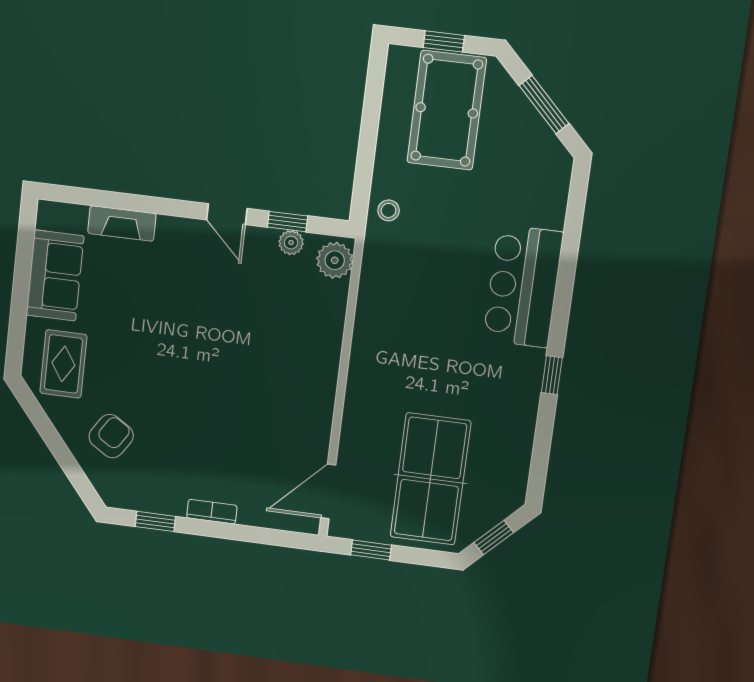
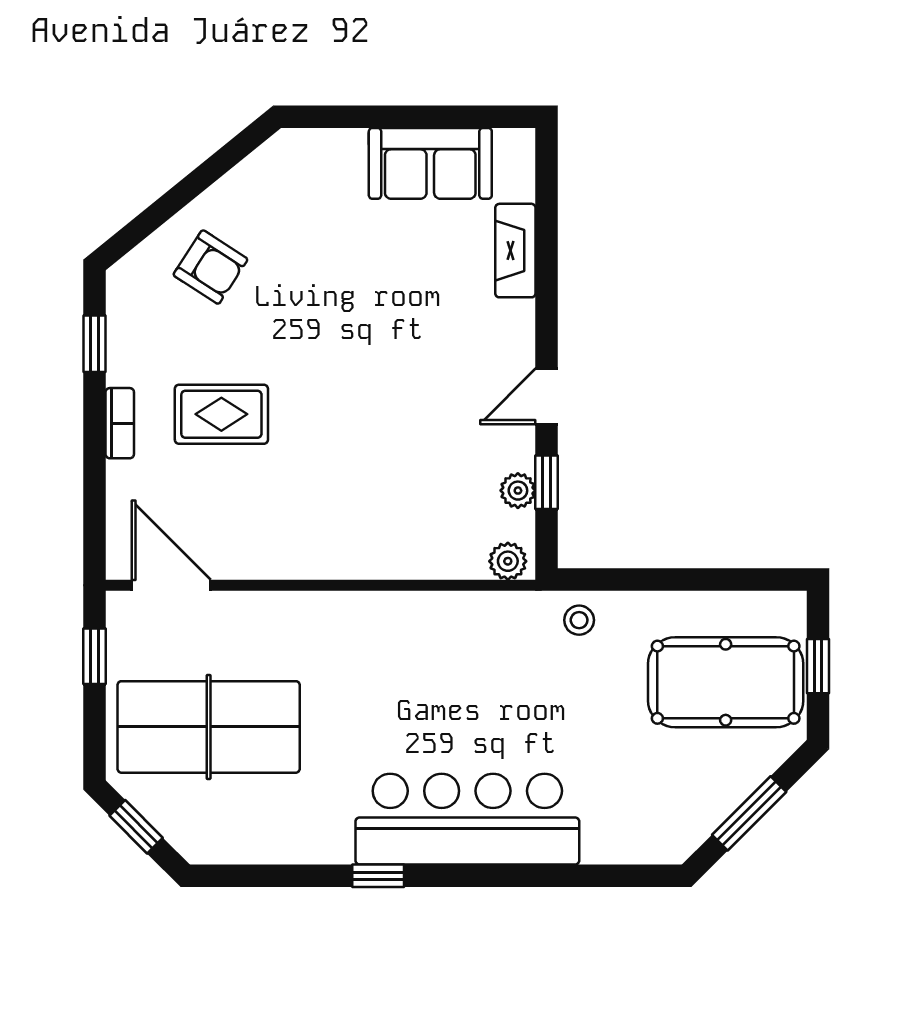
plant: (335, 260) -> (508, 561), width x0.73, depth x0.73
bar counter: (523, 286) -> (467, 819), width x1.36
rug: (63, 364) -> (221, 414), moved

